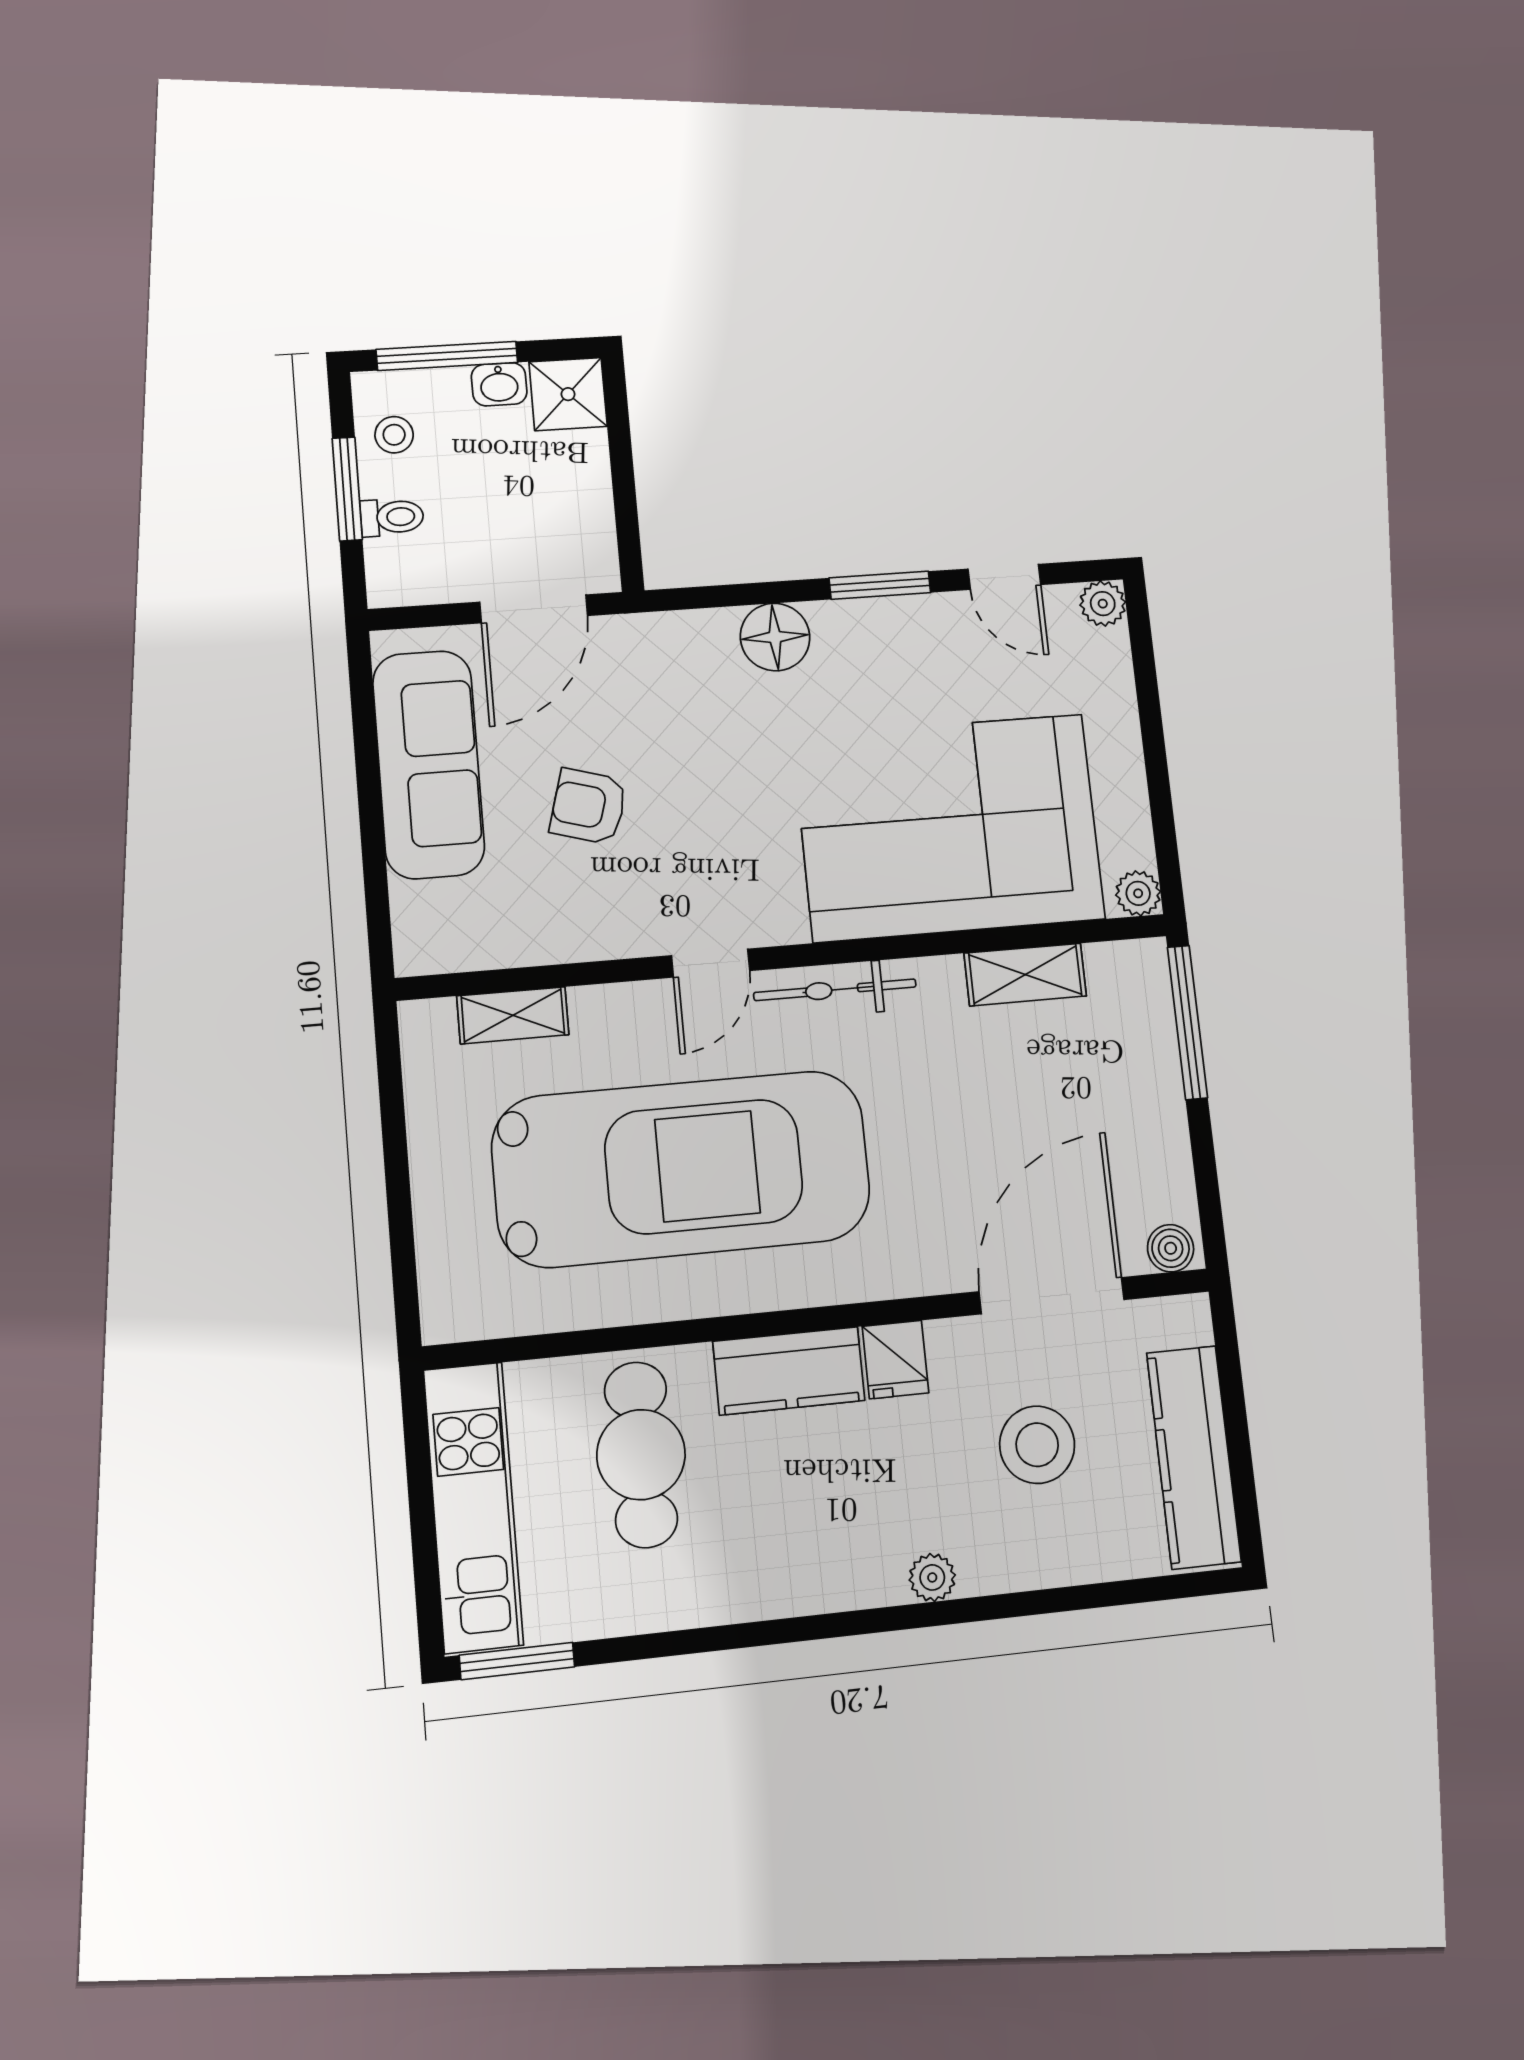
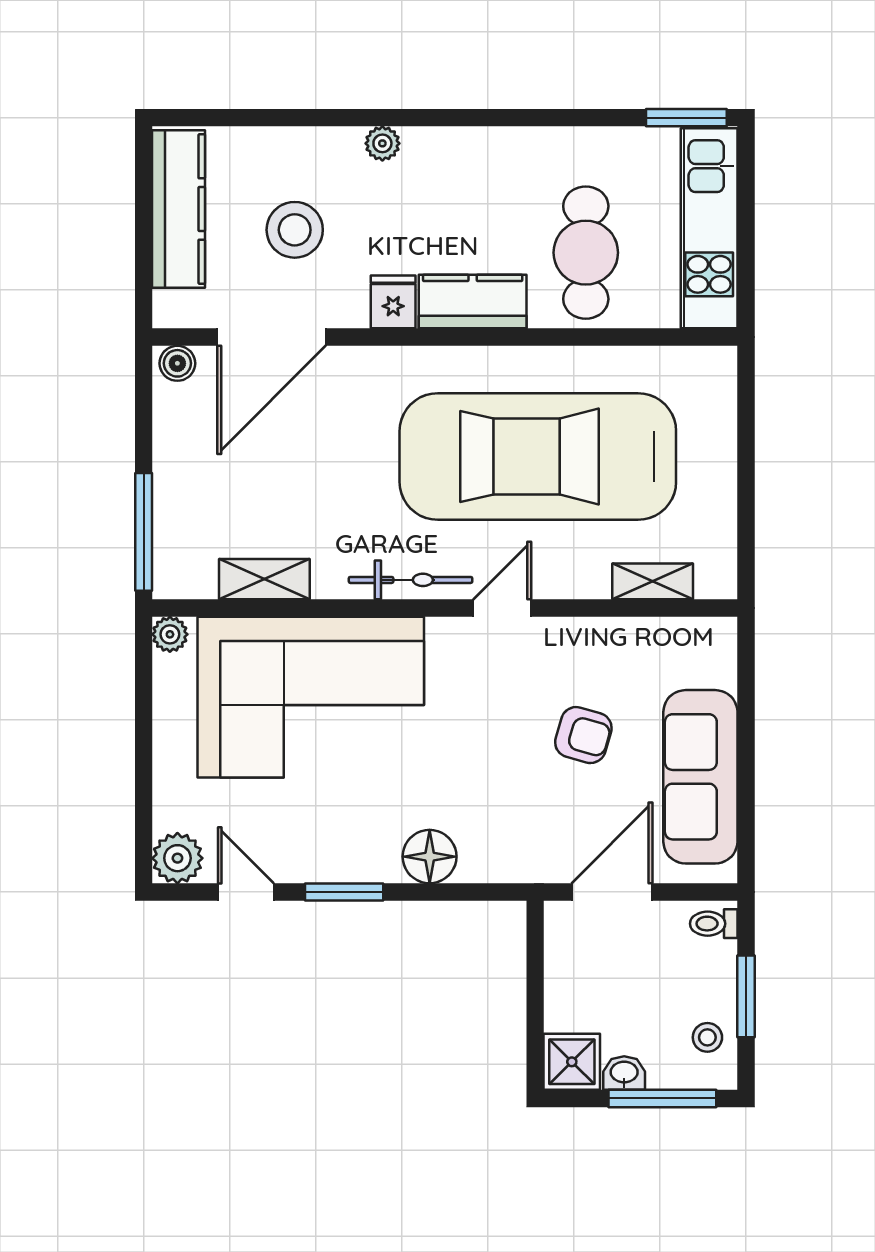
toilet: (392, 517) -> (714, 924), moved
plant: (1103, 604) -> (177, 858), width x1.38, depth x1.38

